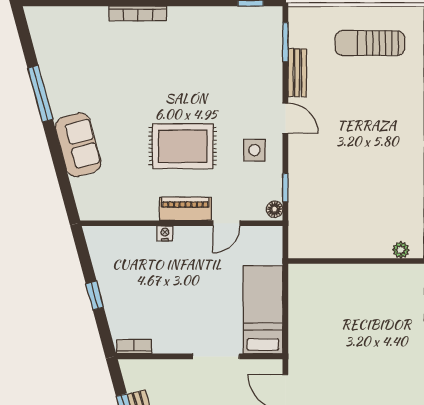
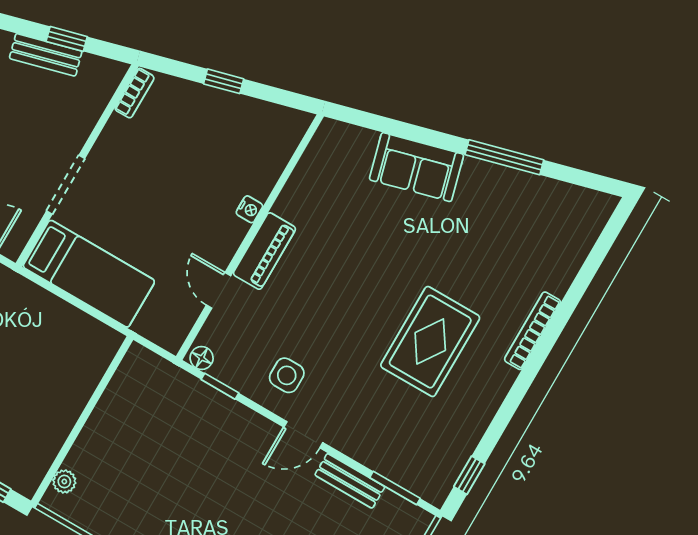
rug: (183, 146) -> (430, 342), moved

